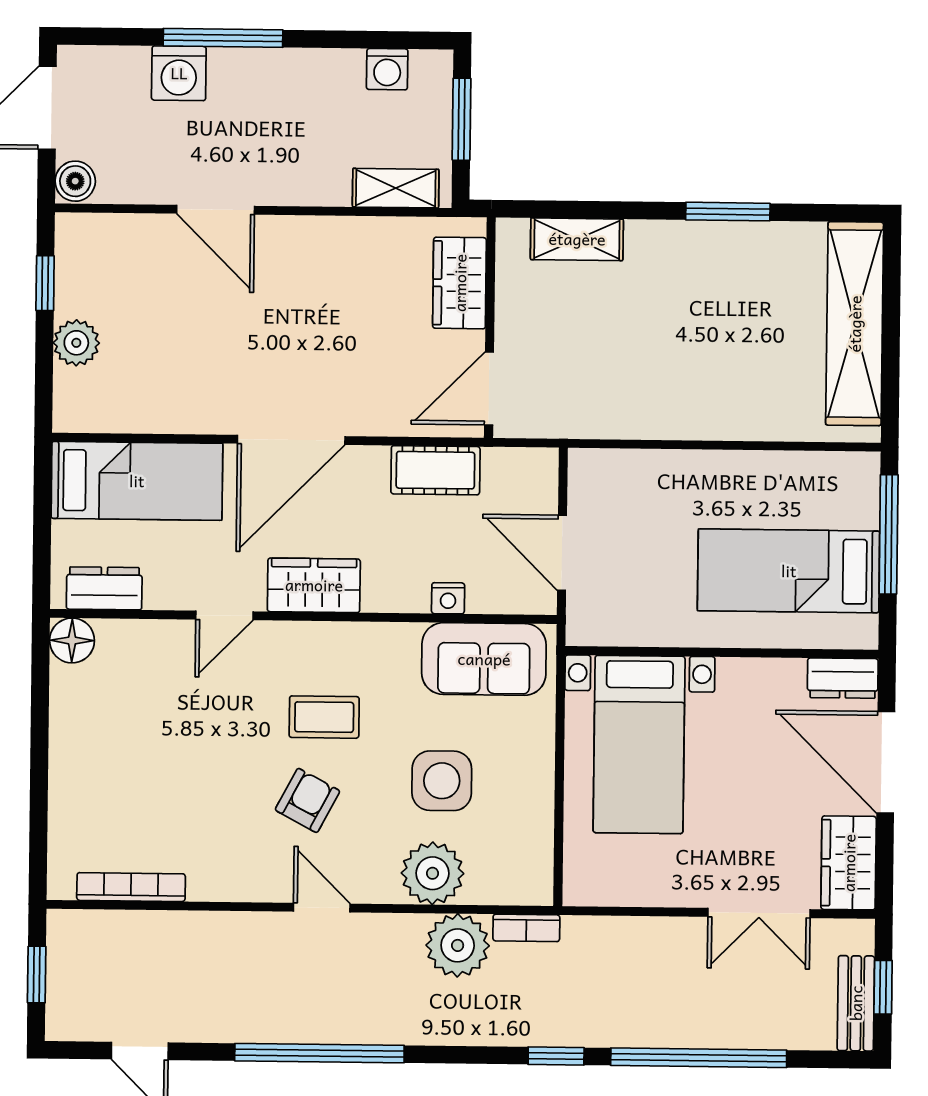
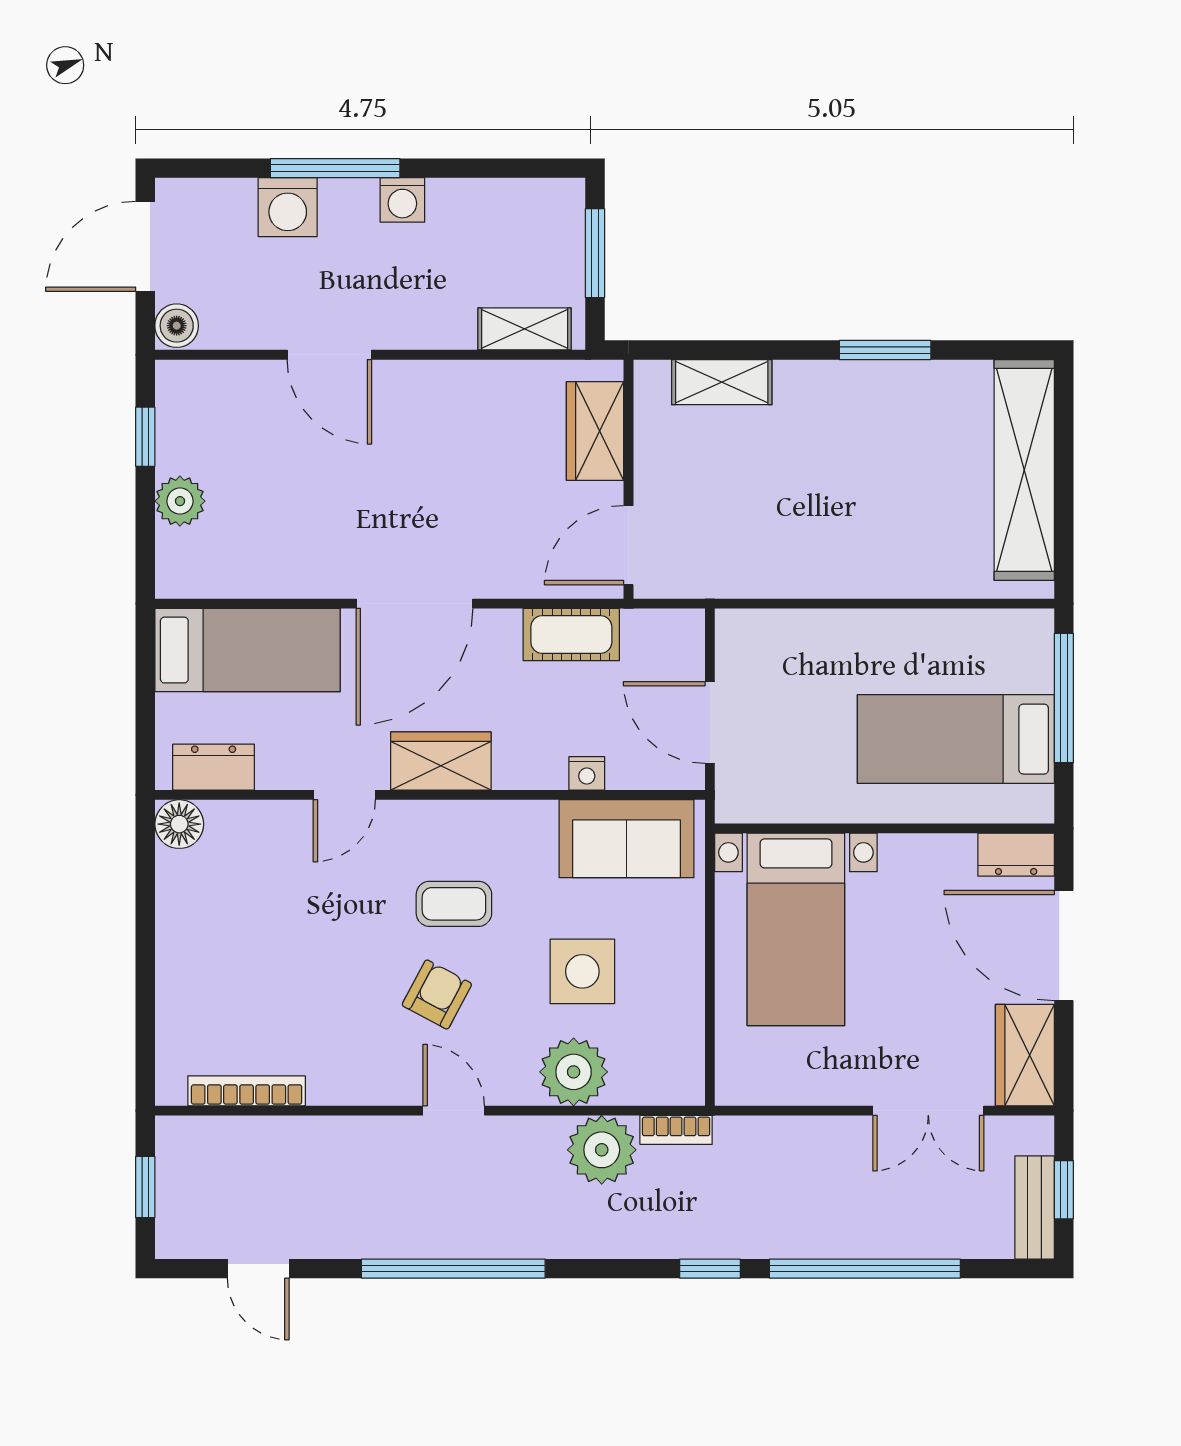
washing machine: (387, 69) -> (402, 200), moved

